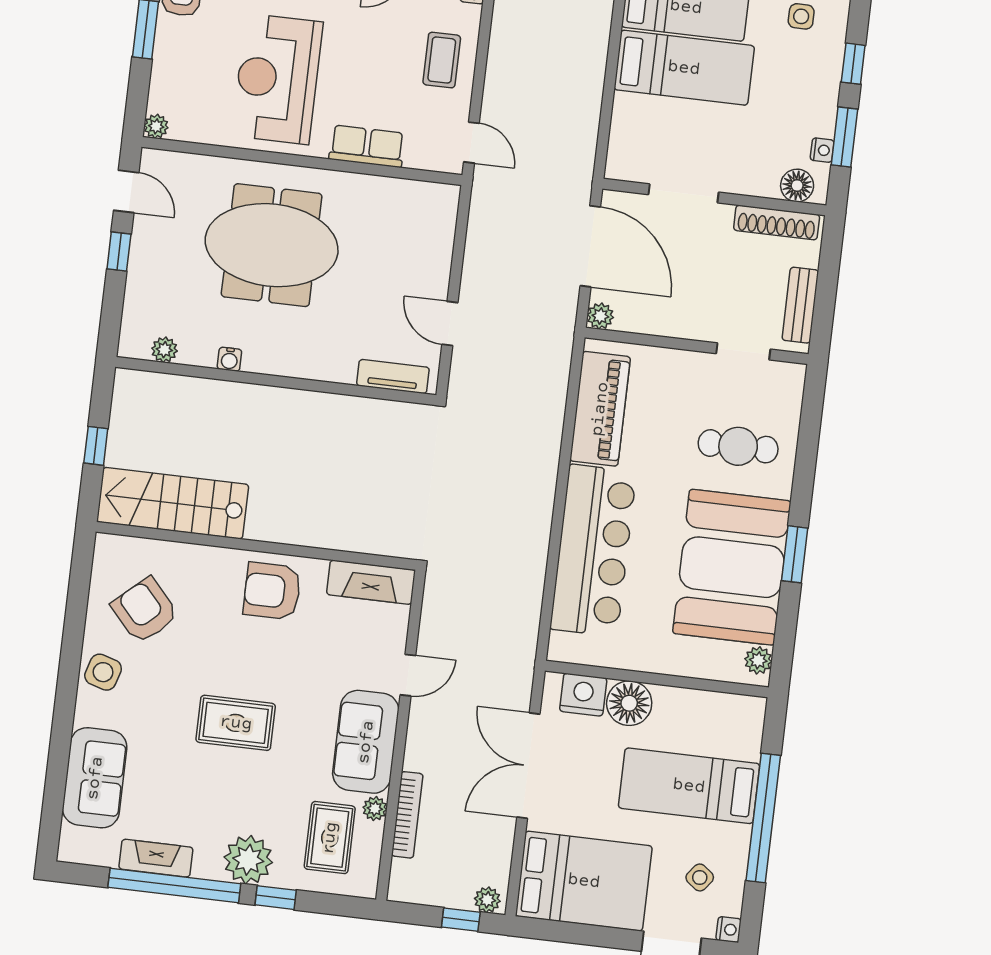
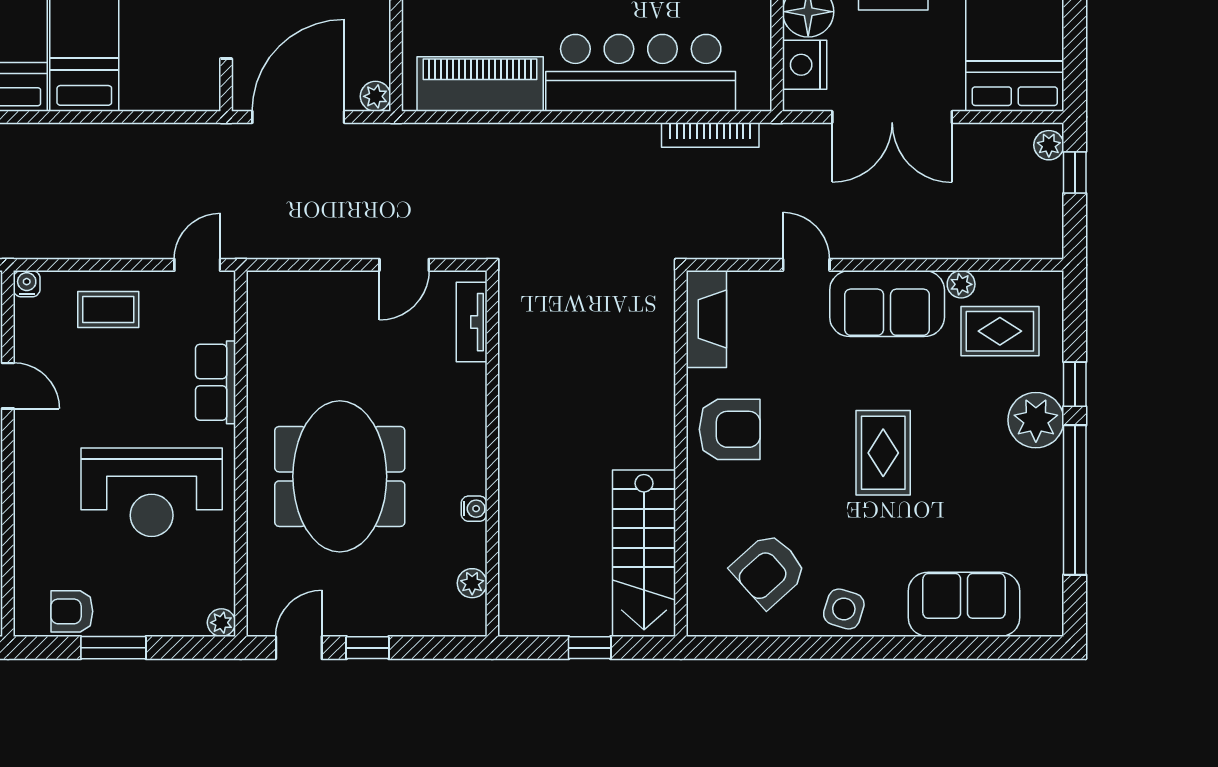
armchair: (272, 591) -> (730, 429), turned -90
bookcase: (407, 815) -> (710, 135), moved, turned 180
fireplace: (156, 858) -> (1046, 524), removed

